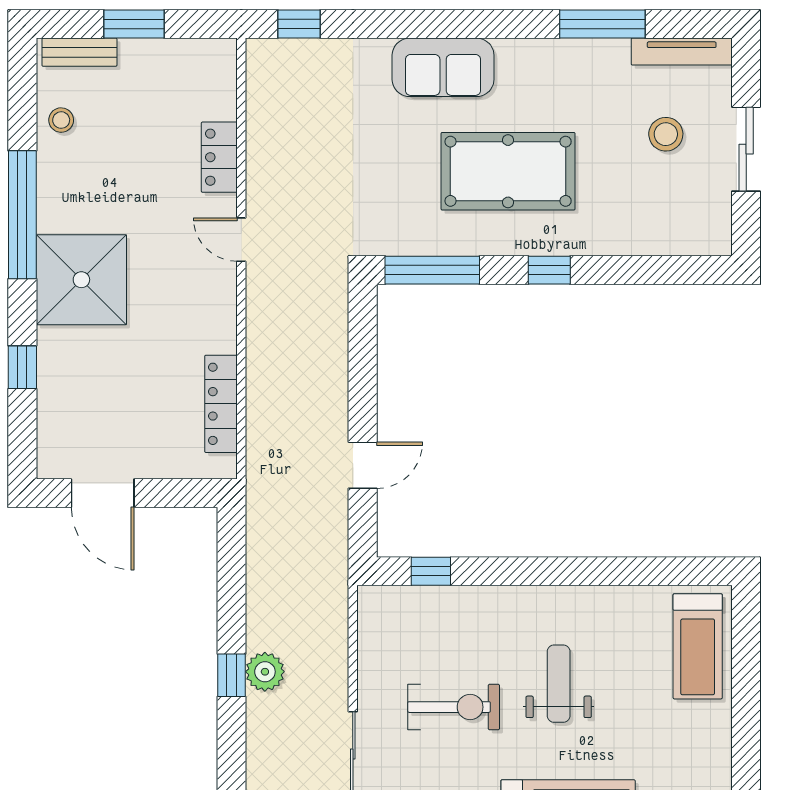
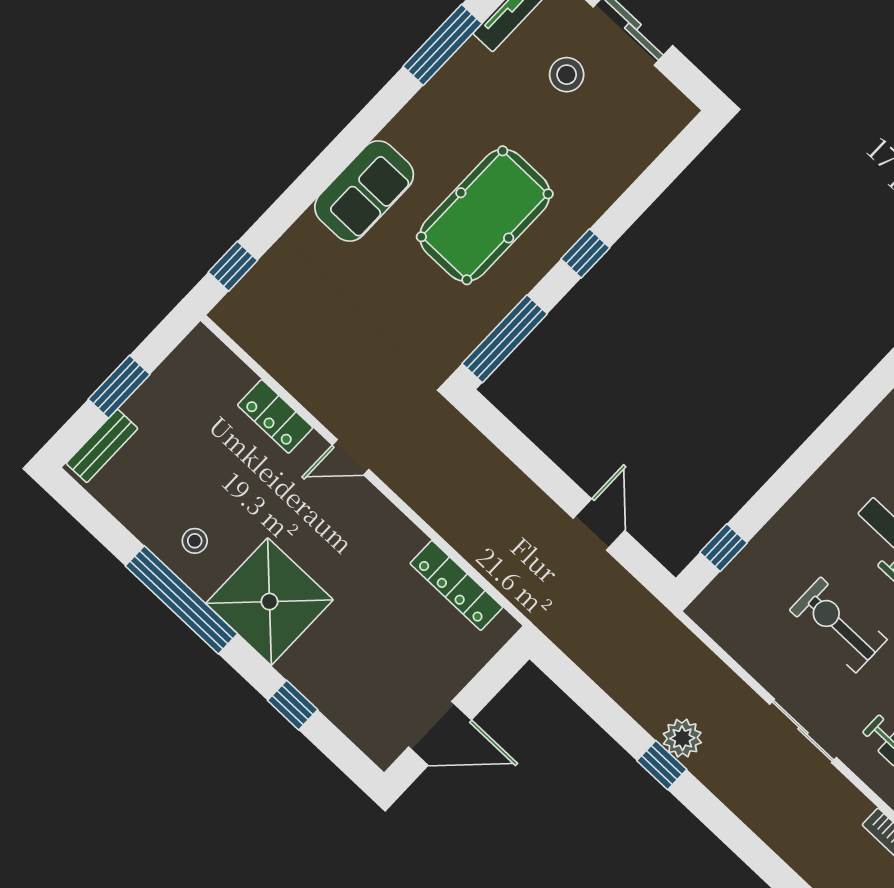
stool: (61, 120) -> (195, 541), moved
exercise bike: (454, 707) -> (838, 625), turned -90

